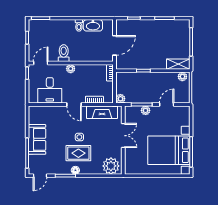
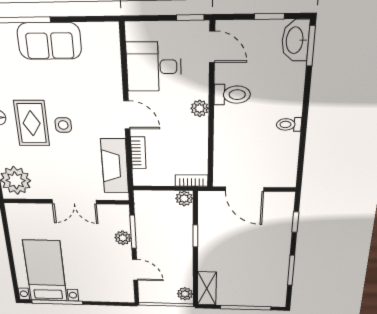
washbasin: (93, 25) -> (295, 40), moved
plant: (120, 99) -> (184, 198), moved
door: (74, 105) -> (127, 115), swing flipped
bed with nightstands: (169, 150) -> (45, 271), width x0.73

